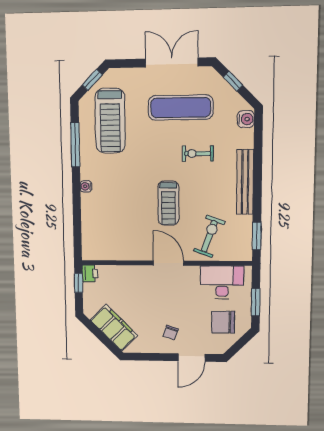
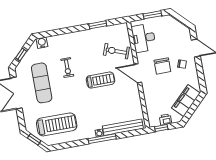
window: (75, 145) -> (102, 139), moved
bench: (245, 182) -> (123, 127), moved
window: (257, 236) -> (98, 25), moved
door: (169, 263) -> (138, 73), hinge flipped
printer: (90, 273) -> (165, 120), moved
chair: (223, 322) -> (162, 66), moved

